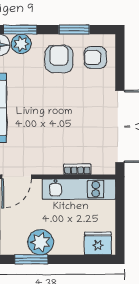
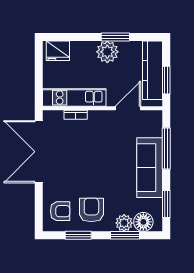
armchair: (59, 59) -> (91, 210), turned 180

